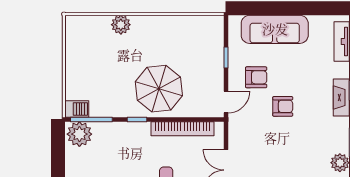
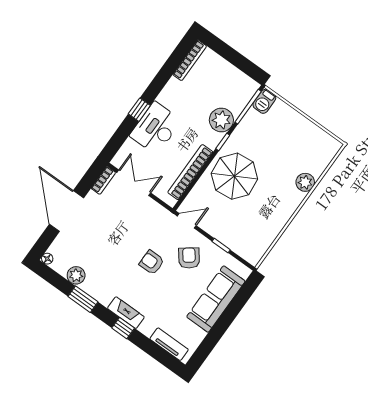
armchair: (256, 77) -> (189, 258), turned 143
door: (226, 102) -> (187, 221), swing flipped
armchair: (283, 106) -> (152, 262), turned 90
plant: (79, 134) -> (221, 120), moved

